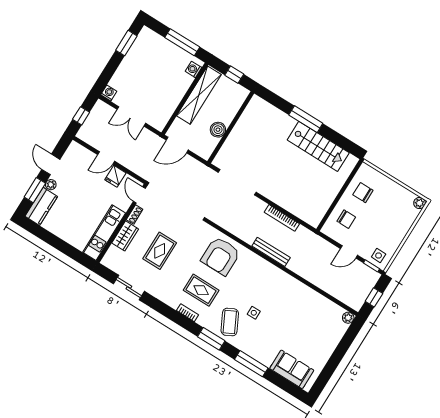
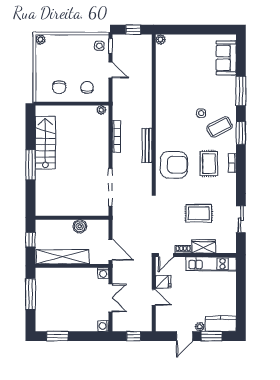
washing machine: (193, 69) -> (103, 273), moved
plant: (316, 219) -> (101, 110), added
bench: (271, 252) -> (147, 145), moved

